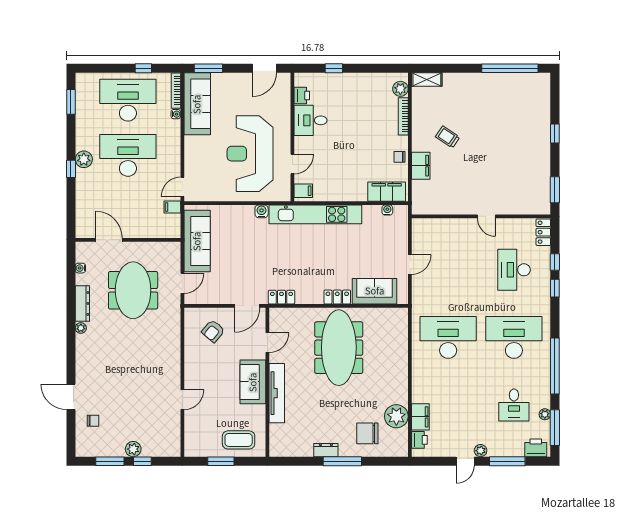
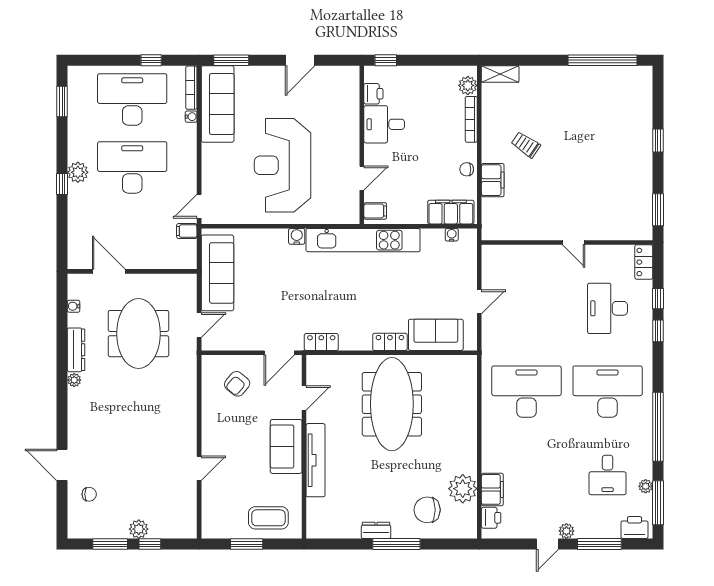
printer: (302, 96) -> (373, 94), moved
desk: (311, 120) -> (384, 124), moved
wall: (292, 137) -> (362, 145), moved
door: (292, 164) -> (362, 178), moved
filing cabinet: (303, 191) -> (375, 211), moved

